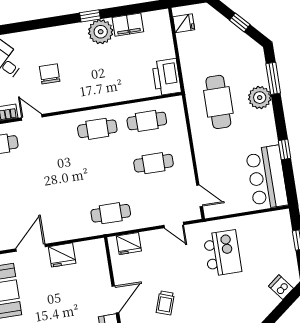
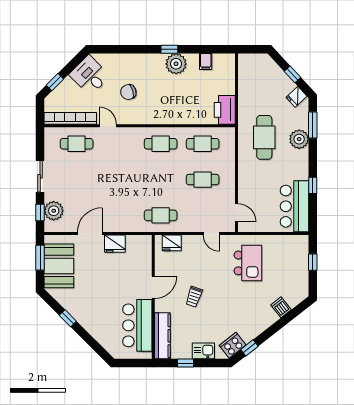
fridge: (184, 23) -> (297, 97), moved, turned 137
filing cabinet: (128, 25) -> (206, 61), width x0.50
chair: (50, 74) -> (128, 92), turned -107
dishwasher: (281, 287) -> (281, 307), moved

